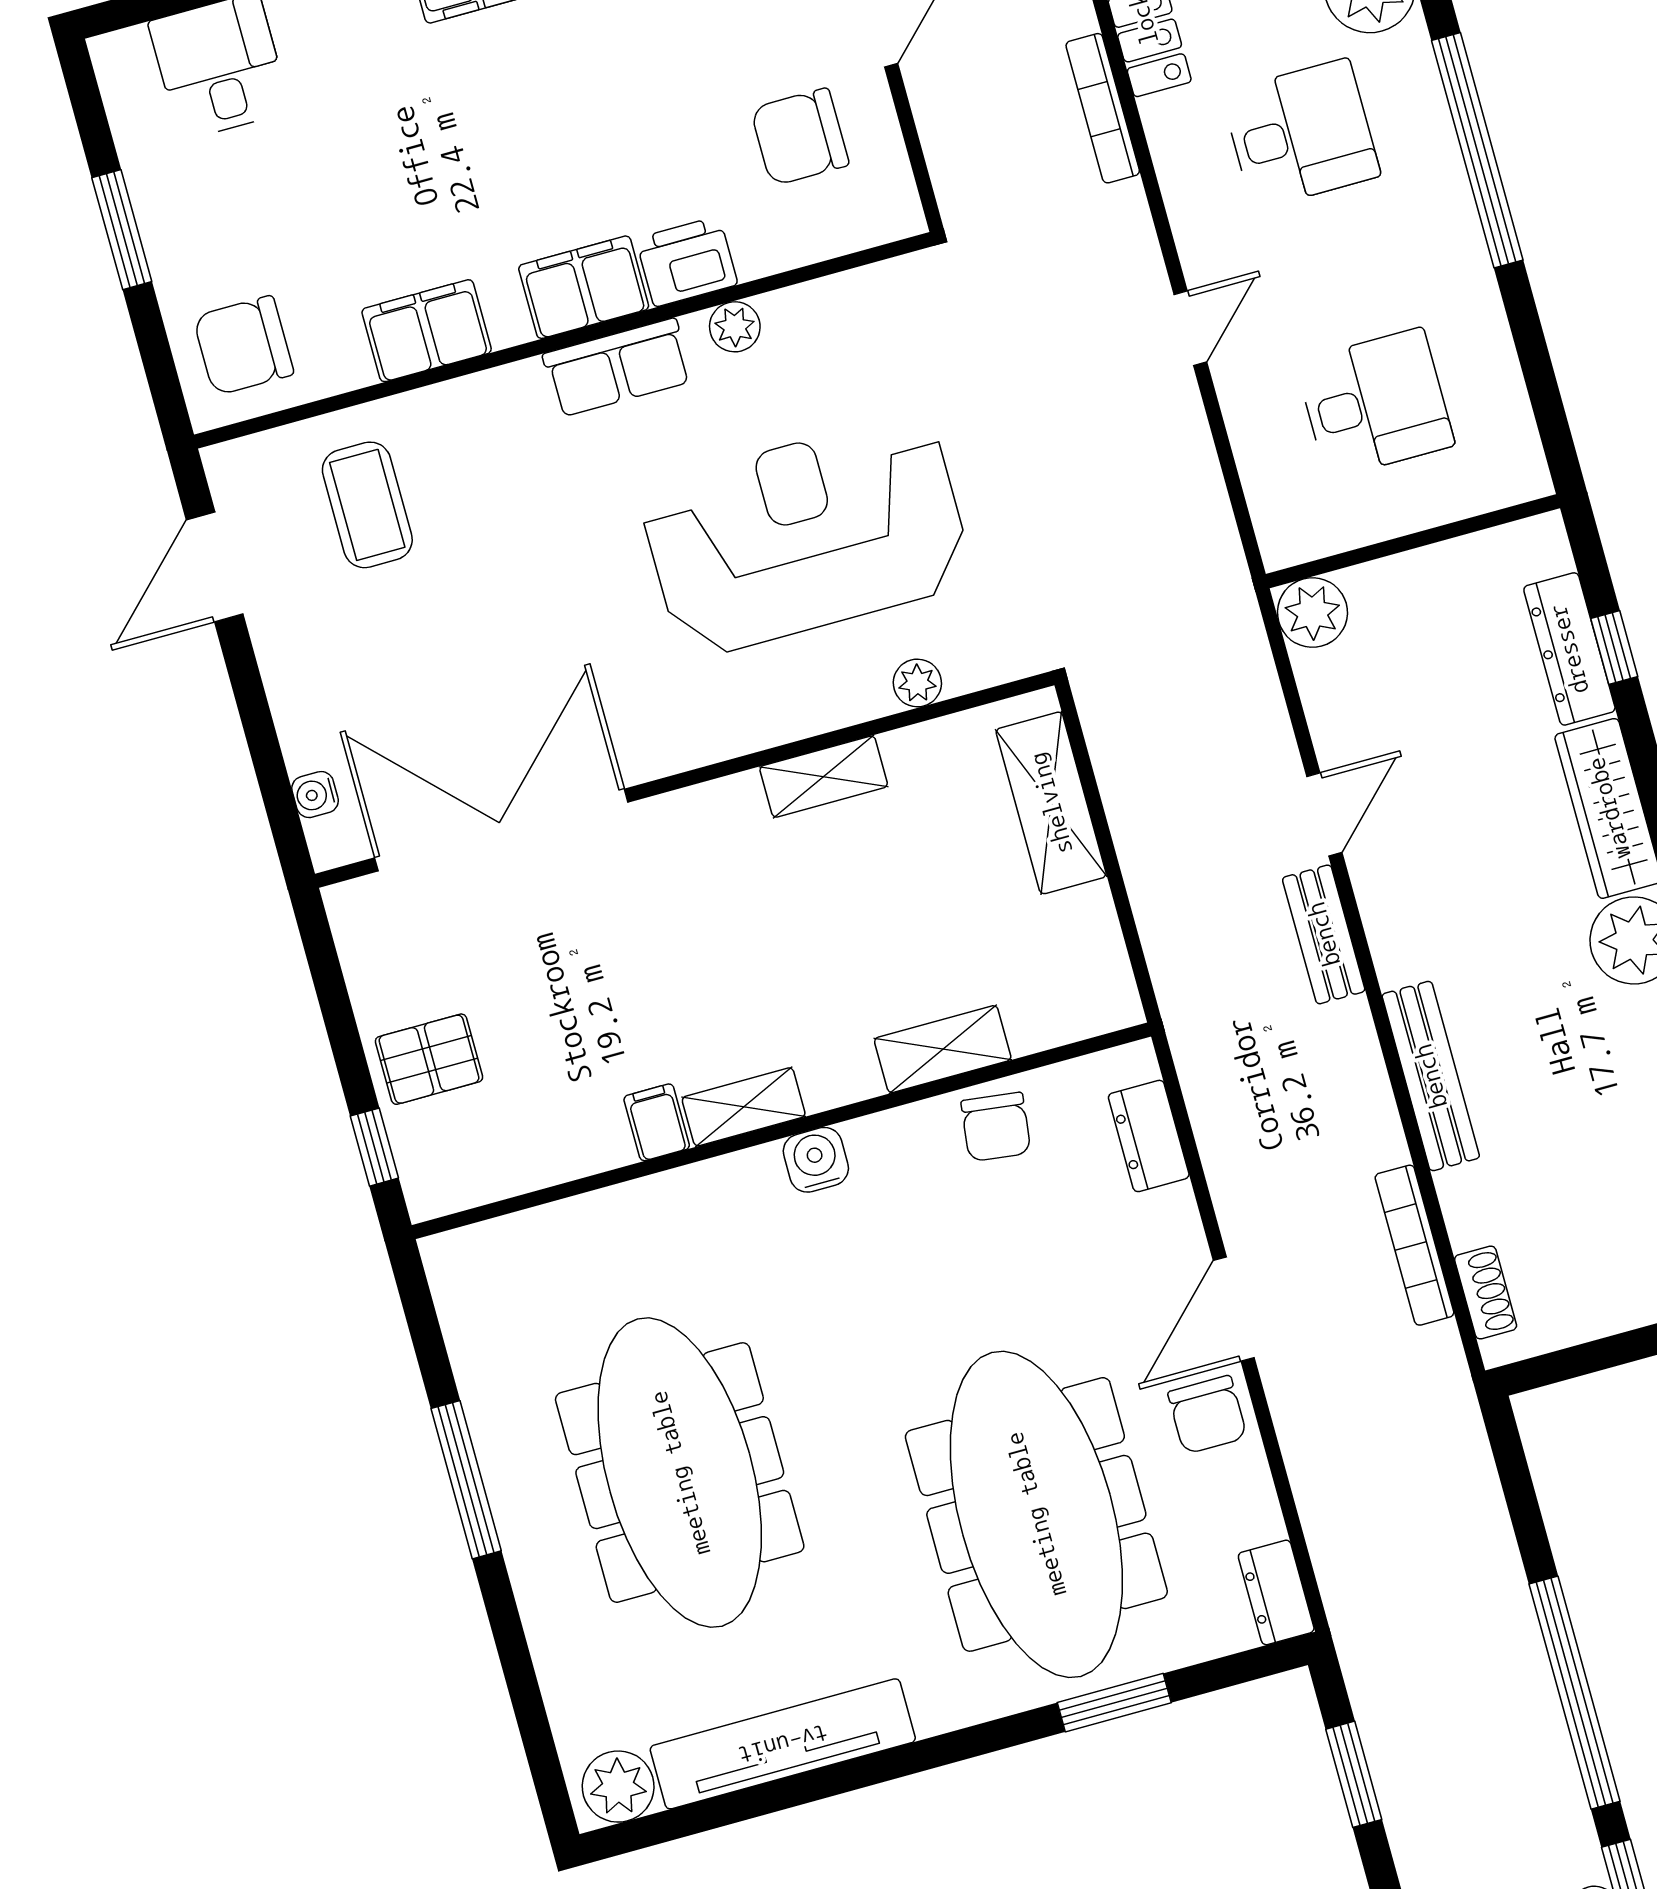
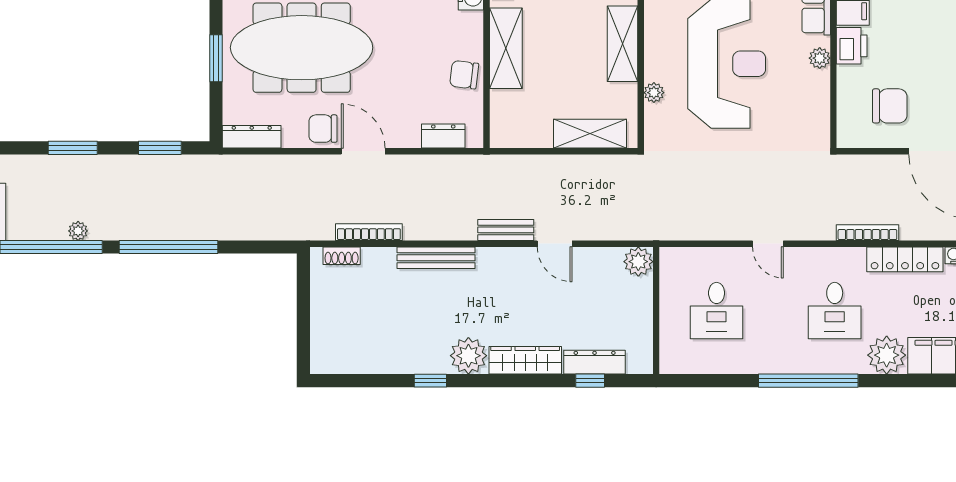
chair: (800, 137) -> (890, 106), turned 90
shelving: (824, 777) -> (622, 44), width x1.50, depth x1.33
shelving: (943, 1049) -> (506, 48), width x1.50, depth x1.33
dresser: (1276, 1592) -> (252, 137), width x1.44

